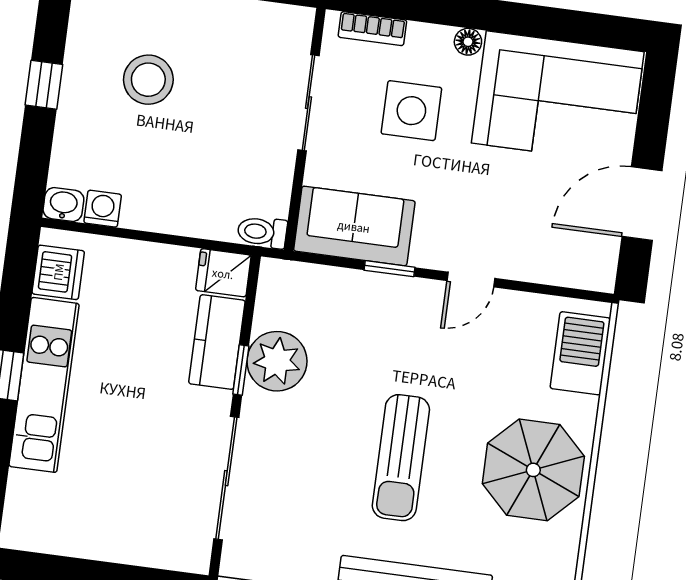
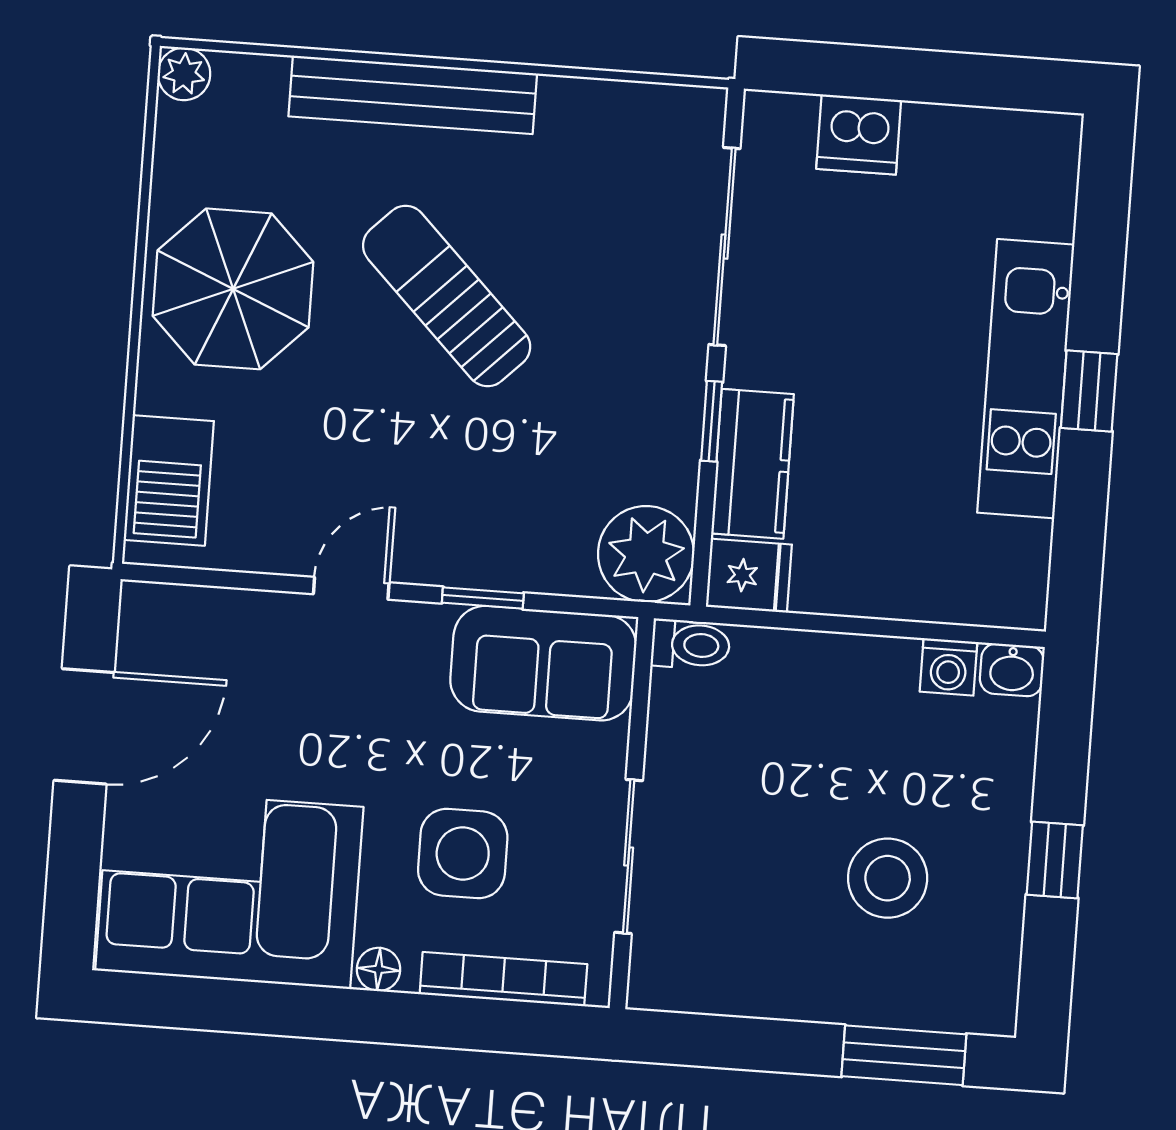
bookcase: (372, 29) -> (503, 979), width x1.56
dishwasher: (58, 272) -> (859, 135), moved, turned -90
plant: (277, 361) -> (646, 554), moved
sun lounger: (401, 458) -> (447, 296), turned -45

